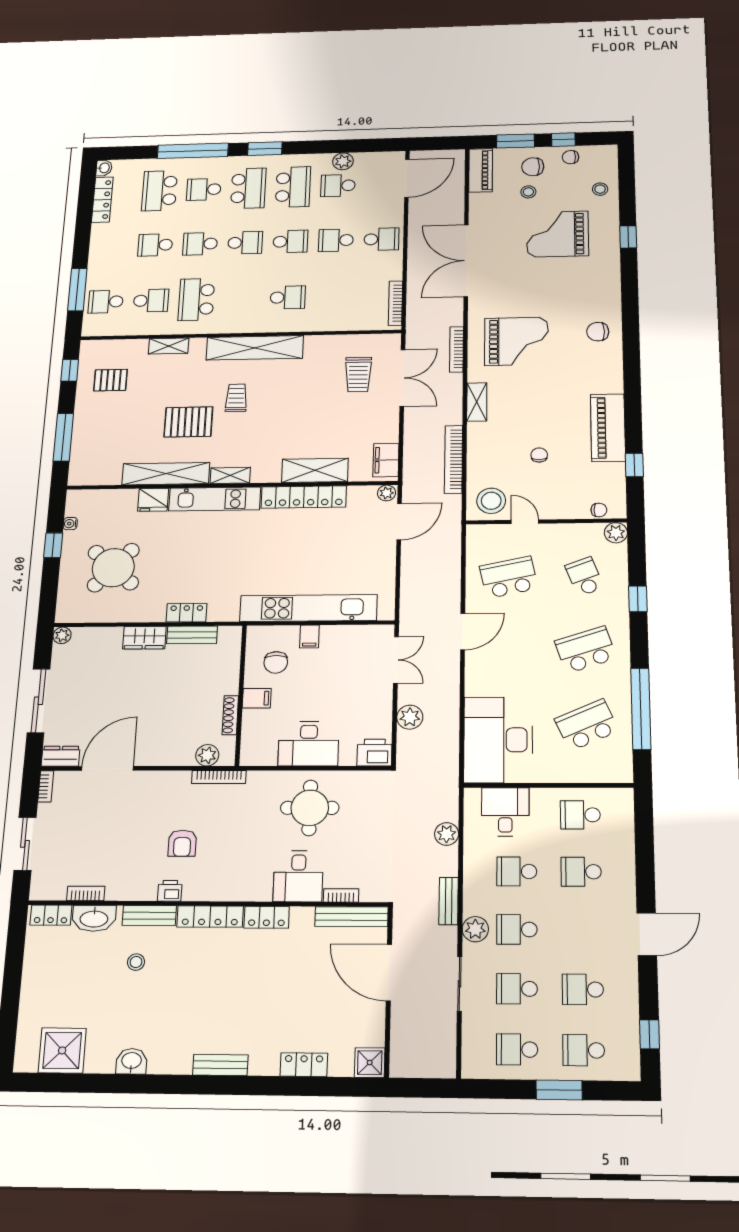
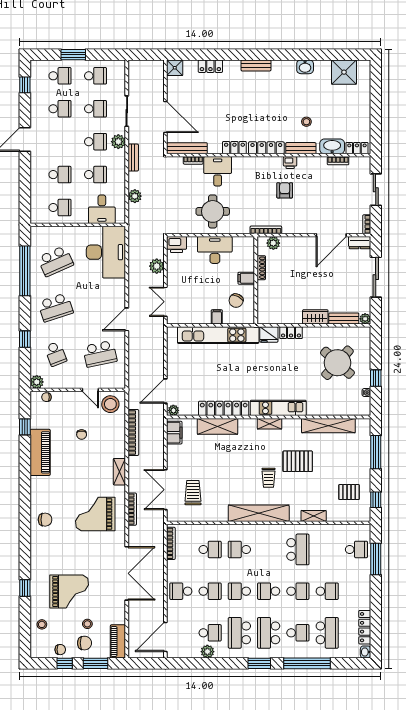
school desk: (151, 301) -> (210, 549), moved, turned 180
shelving: (166, 474) -> (328, 426), moved
fridge: (153, 500) -> (269, 335), moved, turned 180
bench: (192, 635) -> (344, 318), moved
chair: (276, 662) -> (236, 301), turned -153

